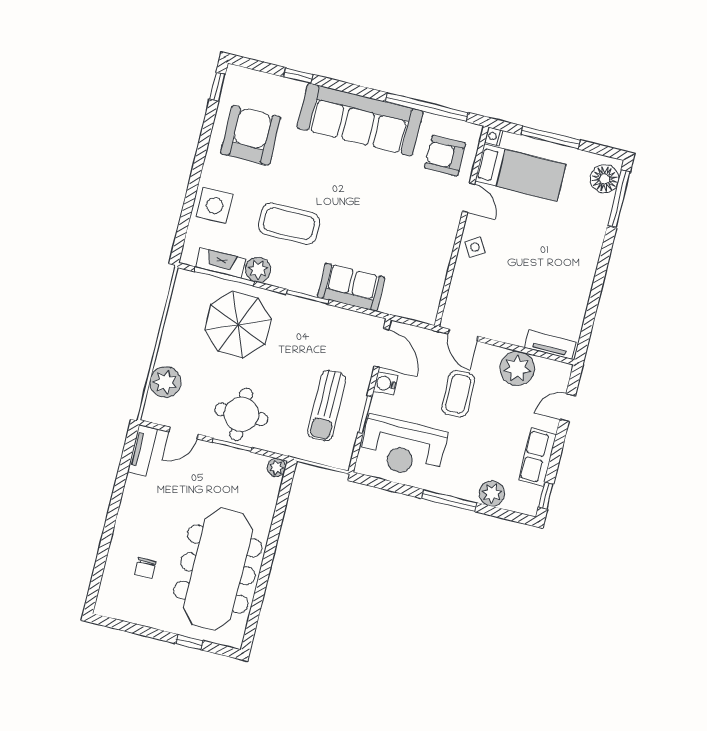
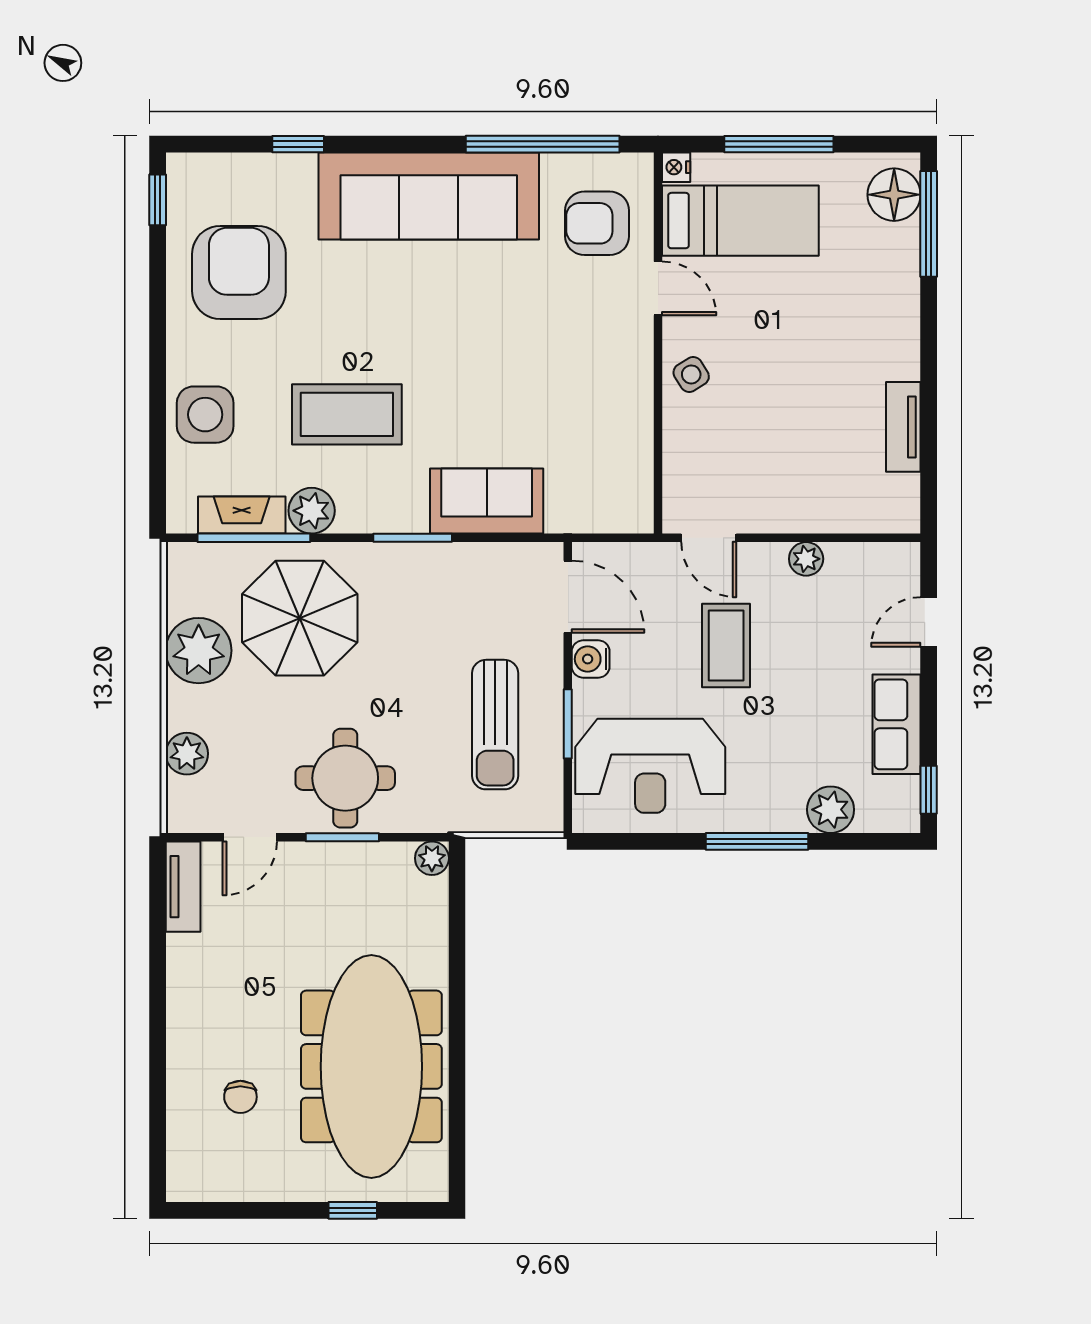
plant: (181, 329) -> (199, 651), added
tv unit: (550, 345) -> (903, 427), moved, turned -90
plant: (517, 368) -> (806, 559), width x0.53, depth x0.53
plant: (165, 382) -> (187, 754), width x0.73, depth x0.73

